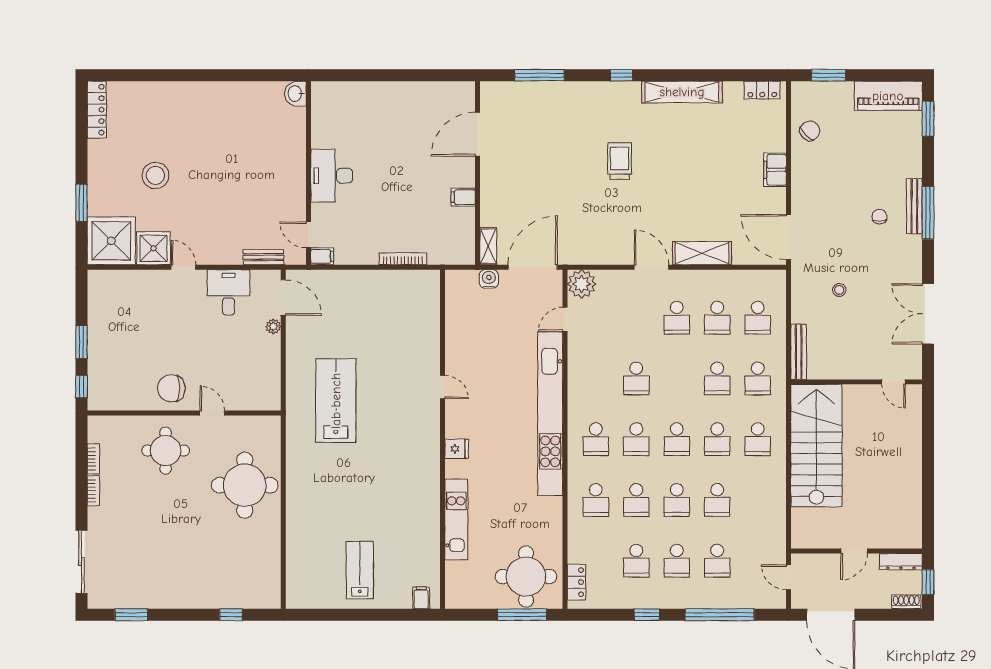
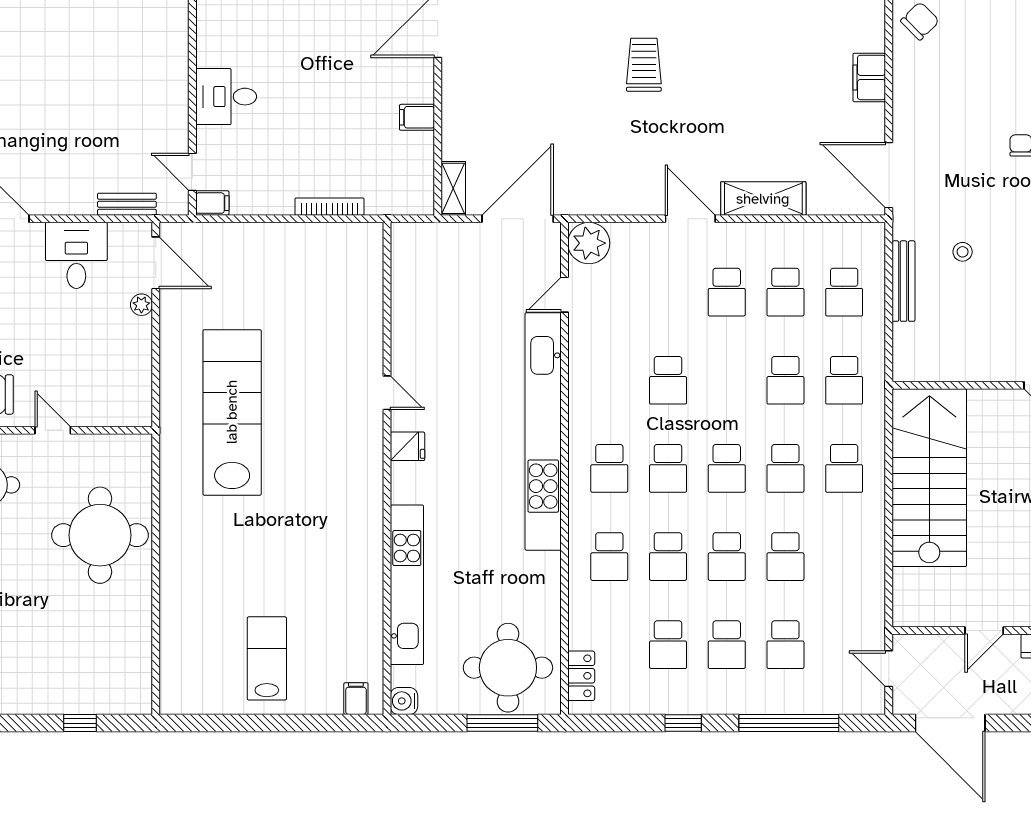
desk: (332, 176) -> (226, 97), width x0.73
water cooler: (489, 279) -> (404, 701), moved, turned -90
bench: (799, 352) -> (904, 281), moved
lab bench: (336, 401) -> (232, 412), width x1.36
fridge: (457, 449) -> (407, 446), moved
kitchen unit: (456, 519) -> (407, 585), width x1.36

